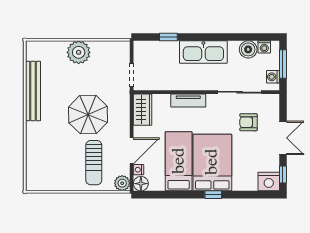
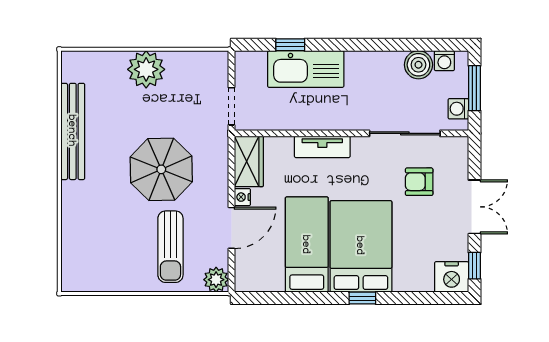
kitchen sink: (203, 52) -> (306, 69), moved
nightstand: (139, 170) -> (242, 197), moved
floor lamp: (141, 184) -> (246, 280), removed

